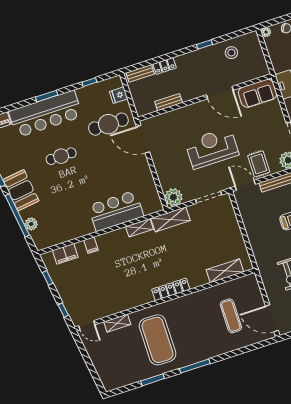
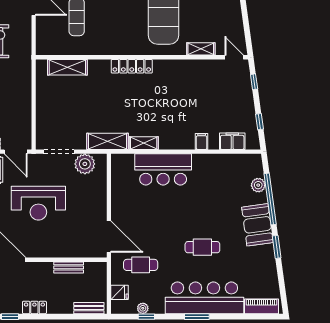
locker: (165, 66) -> (34, 307), moved
plant: (95, 88) -> (143, 308), added
cafe table: (108, 124) -> (141, 265), width x0.73, depth x0.74
plant: (173, 197) -> (85, 164), moved

